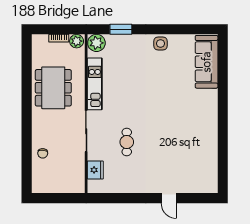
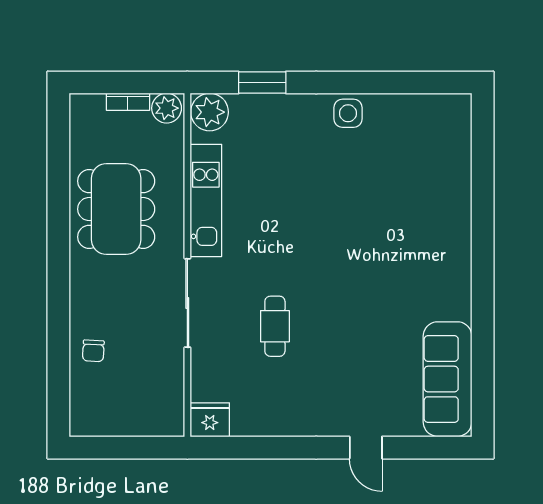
sofa: (207, 62) -> (448, 379), moved
fridge: (95, 170) -> (210, 420), moved, turned -90

